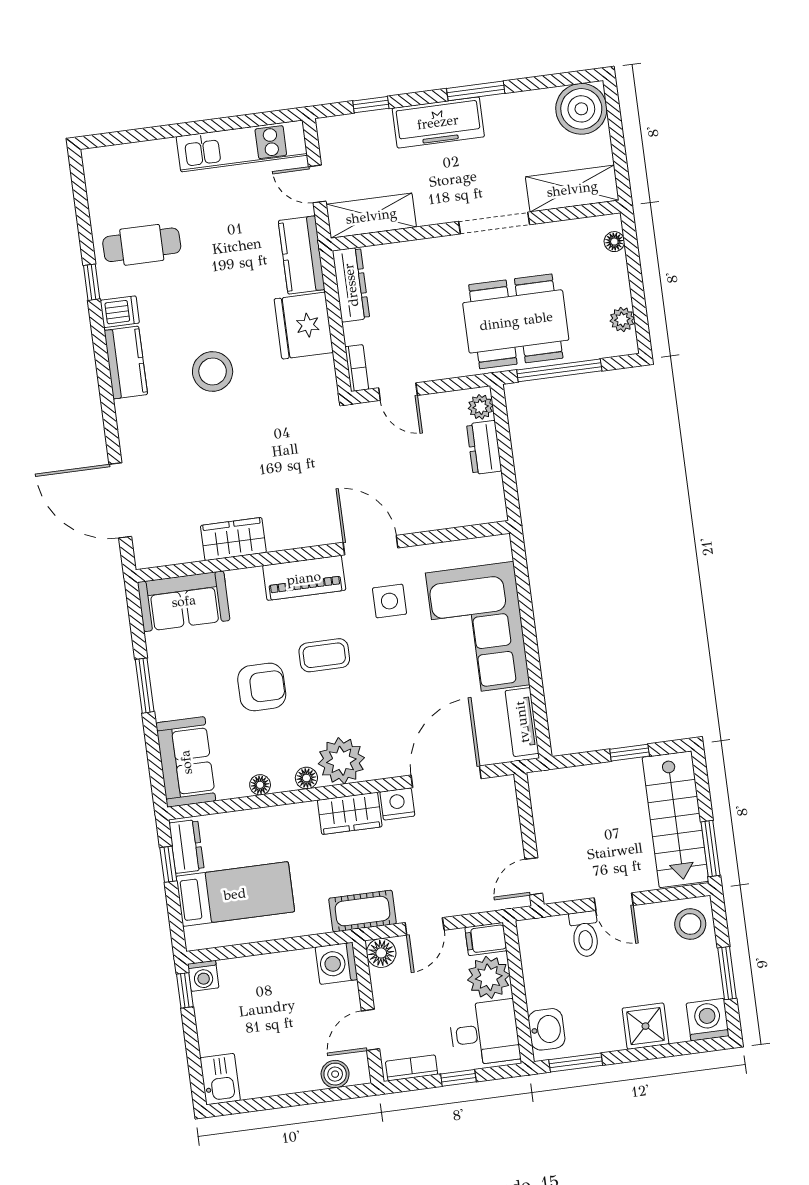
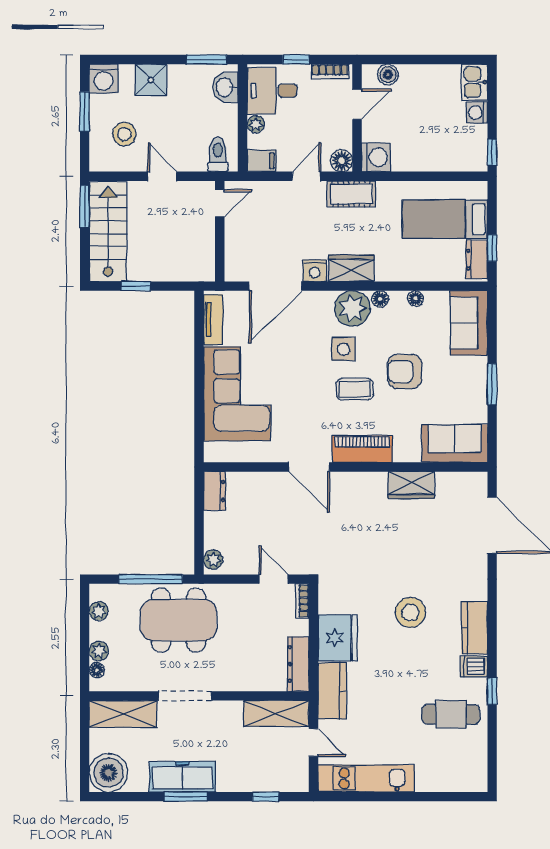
freezer: (438, 122) -> (182, 777), moved
plant: (615, 267) -> (99, 651), added
dresser: (484, 447) -> (215, 491), moved
side table: (389, 601) -> (344, 349), moved
stool: (690, 924) -> (124, 134), moved
toilet: (585, 934) -> (218, 155), moved
washing machine: (203, 976) -> (477, 113), moved, turned -90
plant: (489, 977) -> (256, 124), width x0.53, depth x0.53

